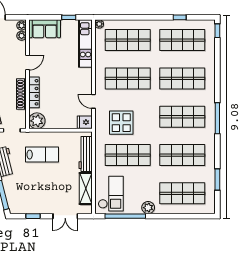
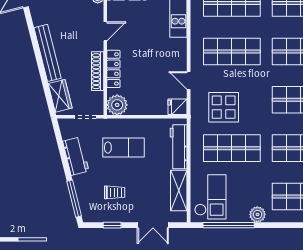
trolley: (35, 190) -> (115, 192), added

